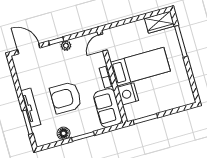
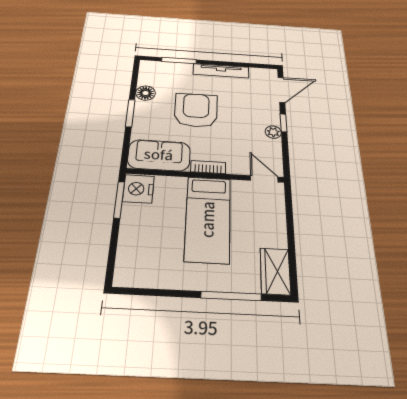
nightstand: (128, 94) -> (138, 189), moved, turned -90
tv unit: (31, 108) -> (221, 71), moved

